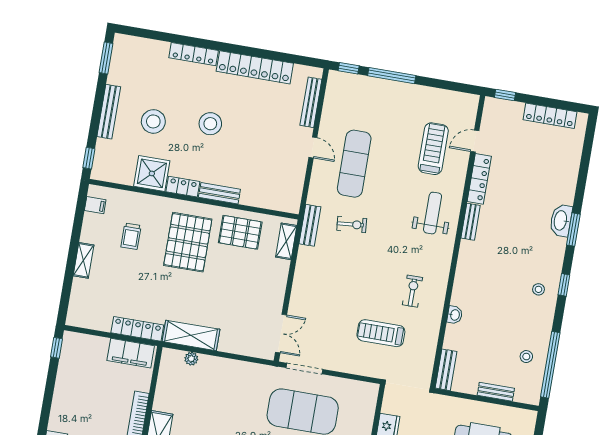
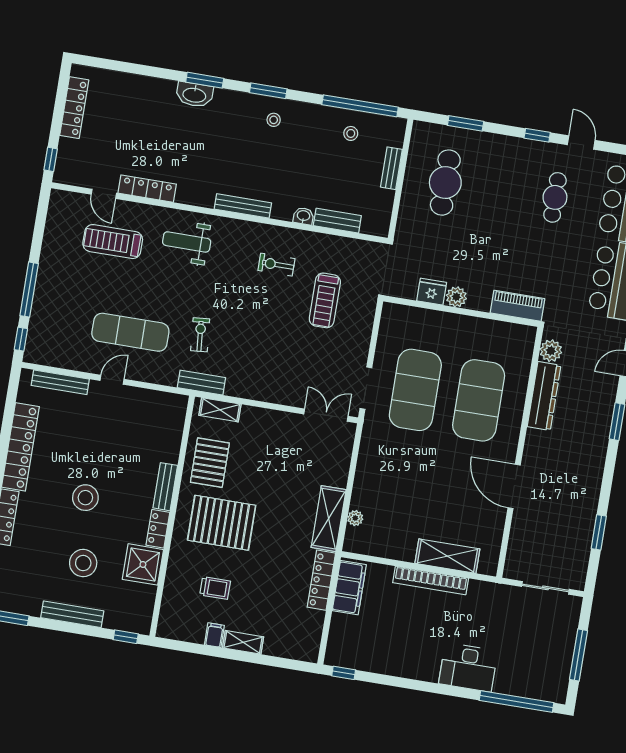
filing cabinet: (95, 205) -> (214, 635), moved
bench: (471, 222) -> (243, 206), moved, width x1.36
window: (564, 285) -> (268, 91), width x1.50
bench: (446, 370) -> (337, 221), moved

